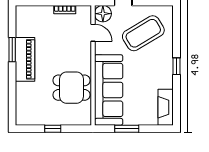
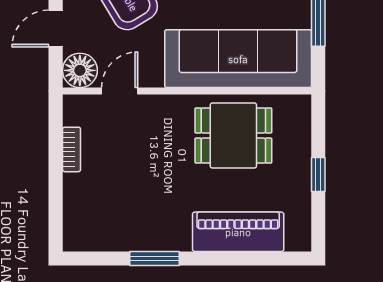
piano: (25, 59) -> (238, 232), moved
dining table: (71, 88) -> (233, 136), turned 90

